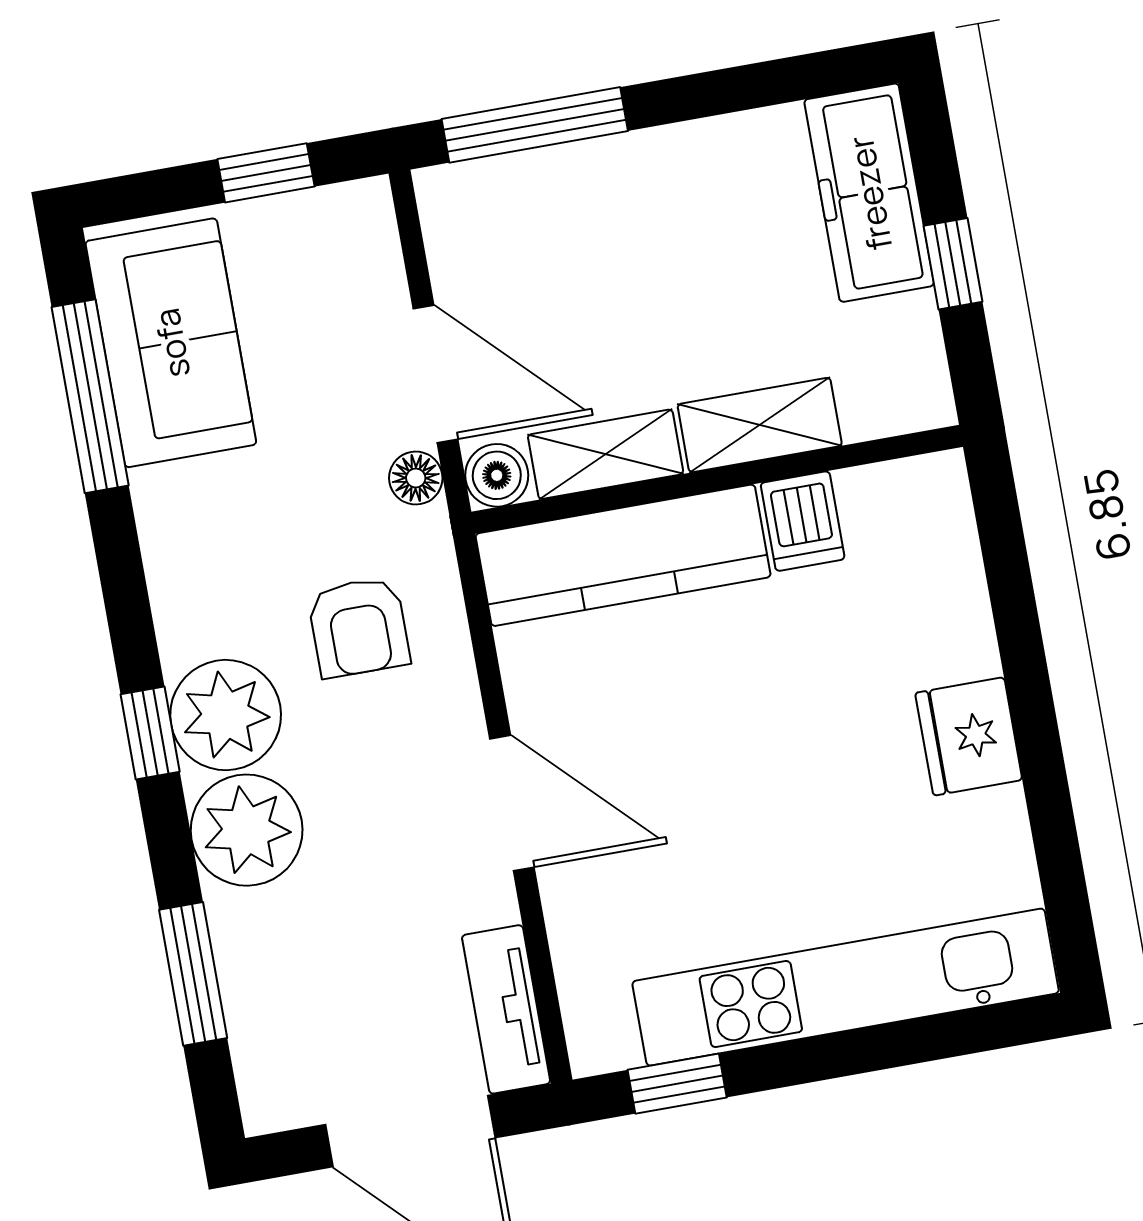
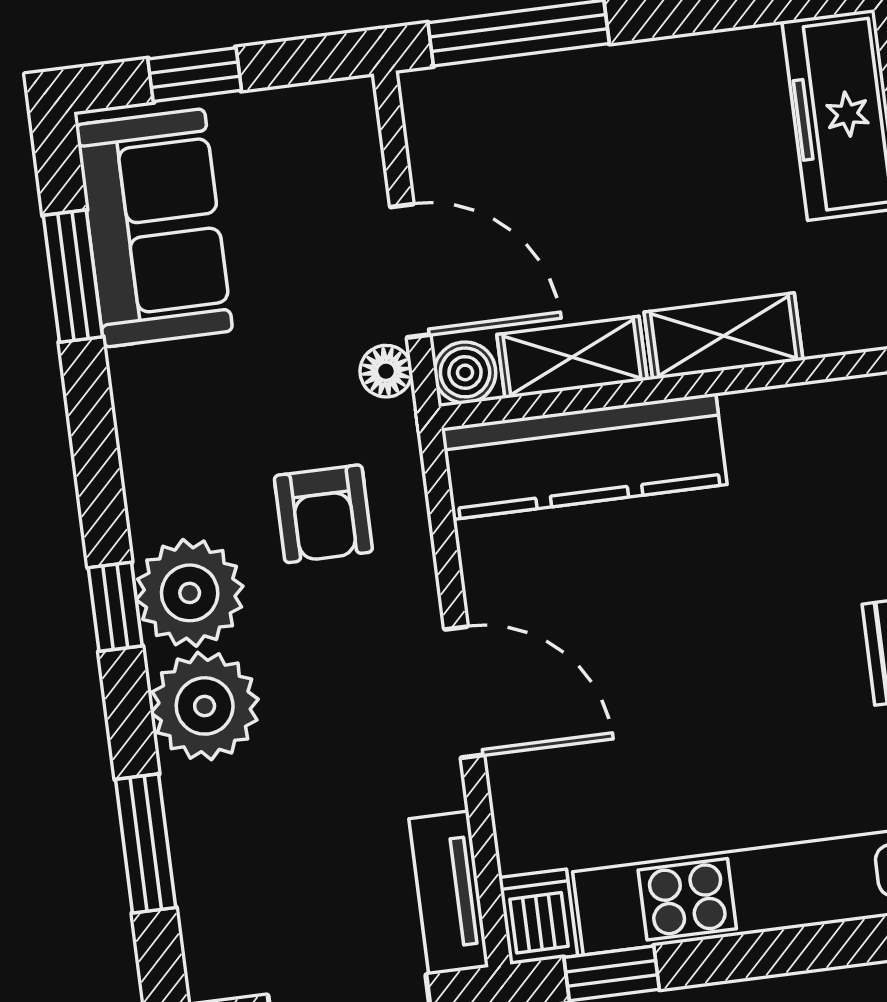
window: (266, 173) -> (195, 75), moved
window: (90, 396) -> (73, 276), width x0.69
dishwasher: (803, 521) -> (538, 917), moved, turned 180

